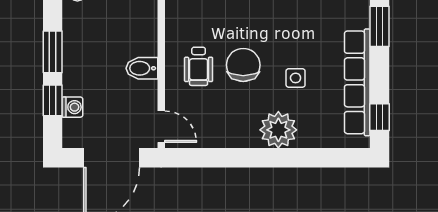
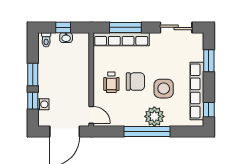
chair: (243, 65) -> (135, 82), turned 90
bidet: (142, 68) -> (81, 83), removed
side table: (296, 78) -> (164, 89), width x1.87, depth x1.87
window: (265, 158) -> (147, 132), added

